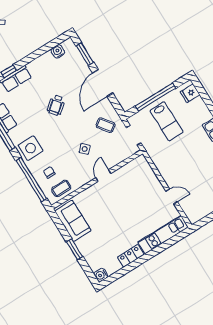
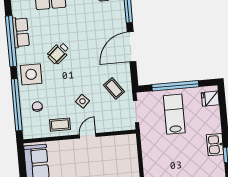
wheelchair: (56, 105) -> (58, 53), moved
lab bench: (167, 121) -> (174, 114), turned 180
coffee table: (61, 188) -> (60, 125), moved

